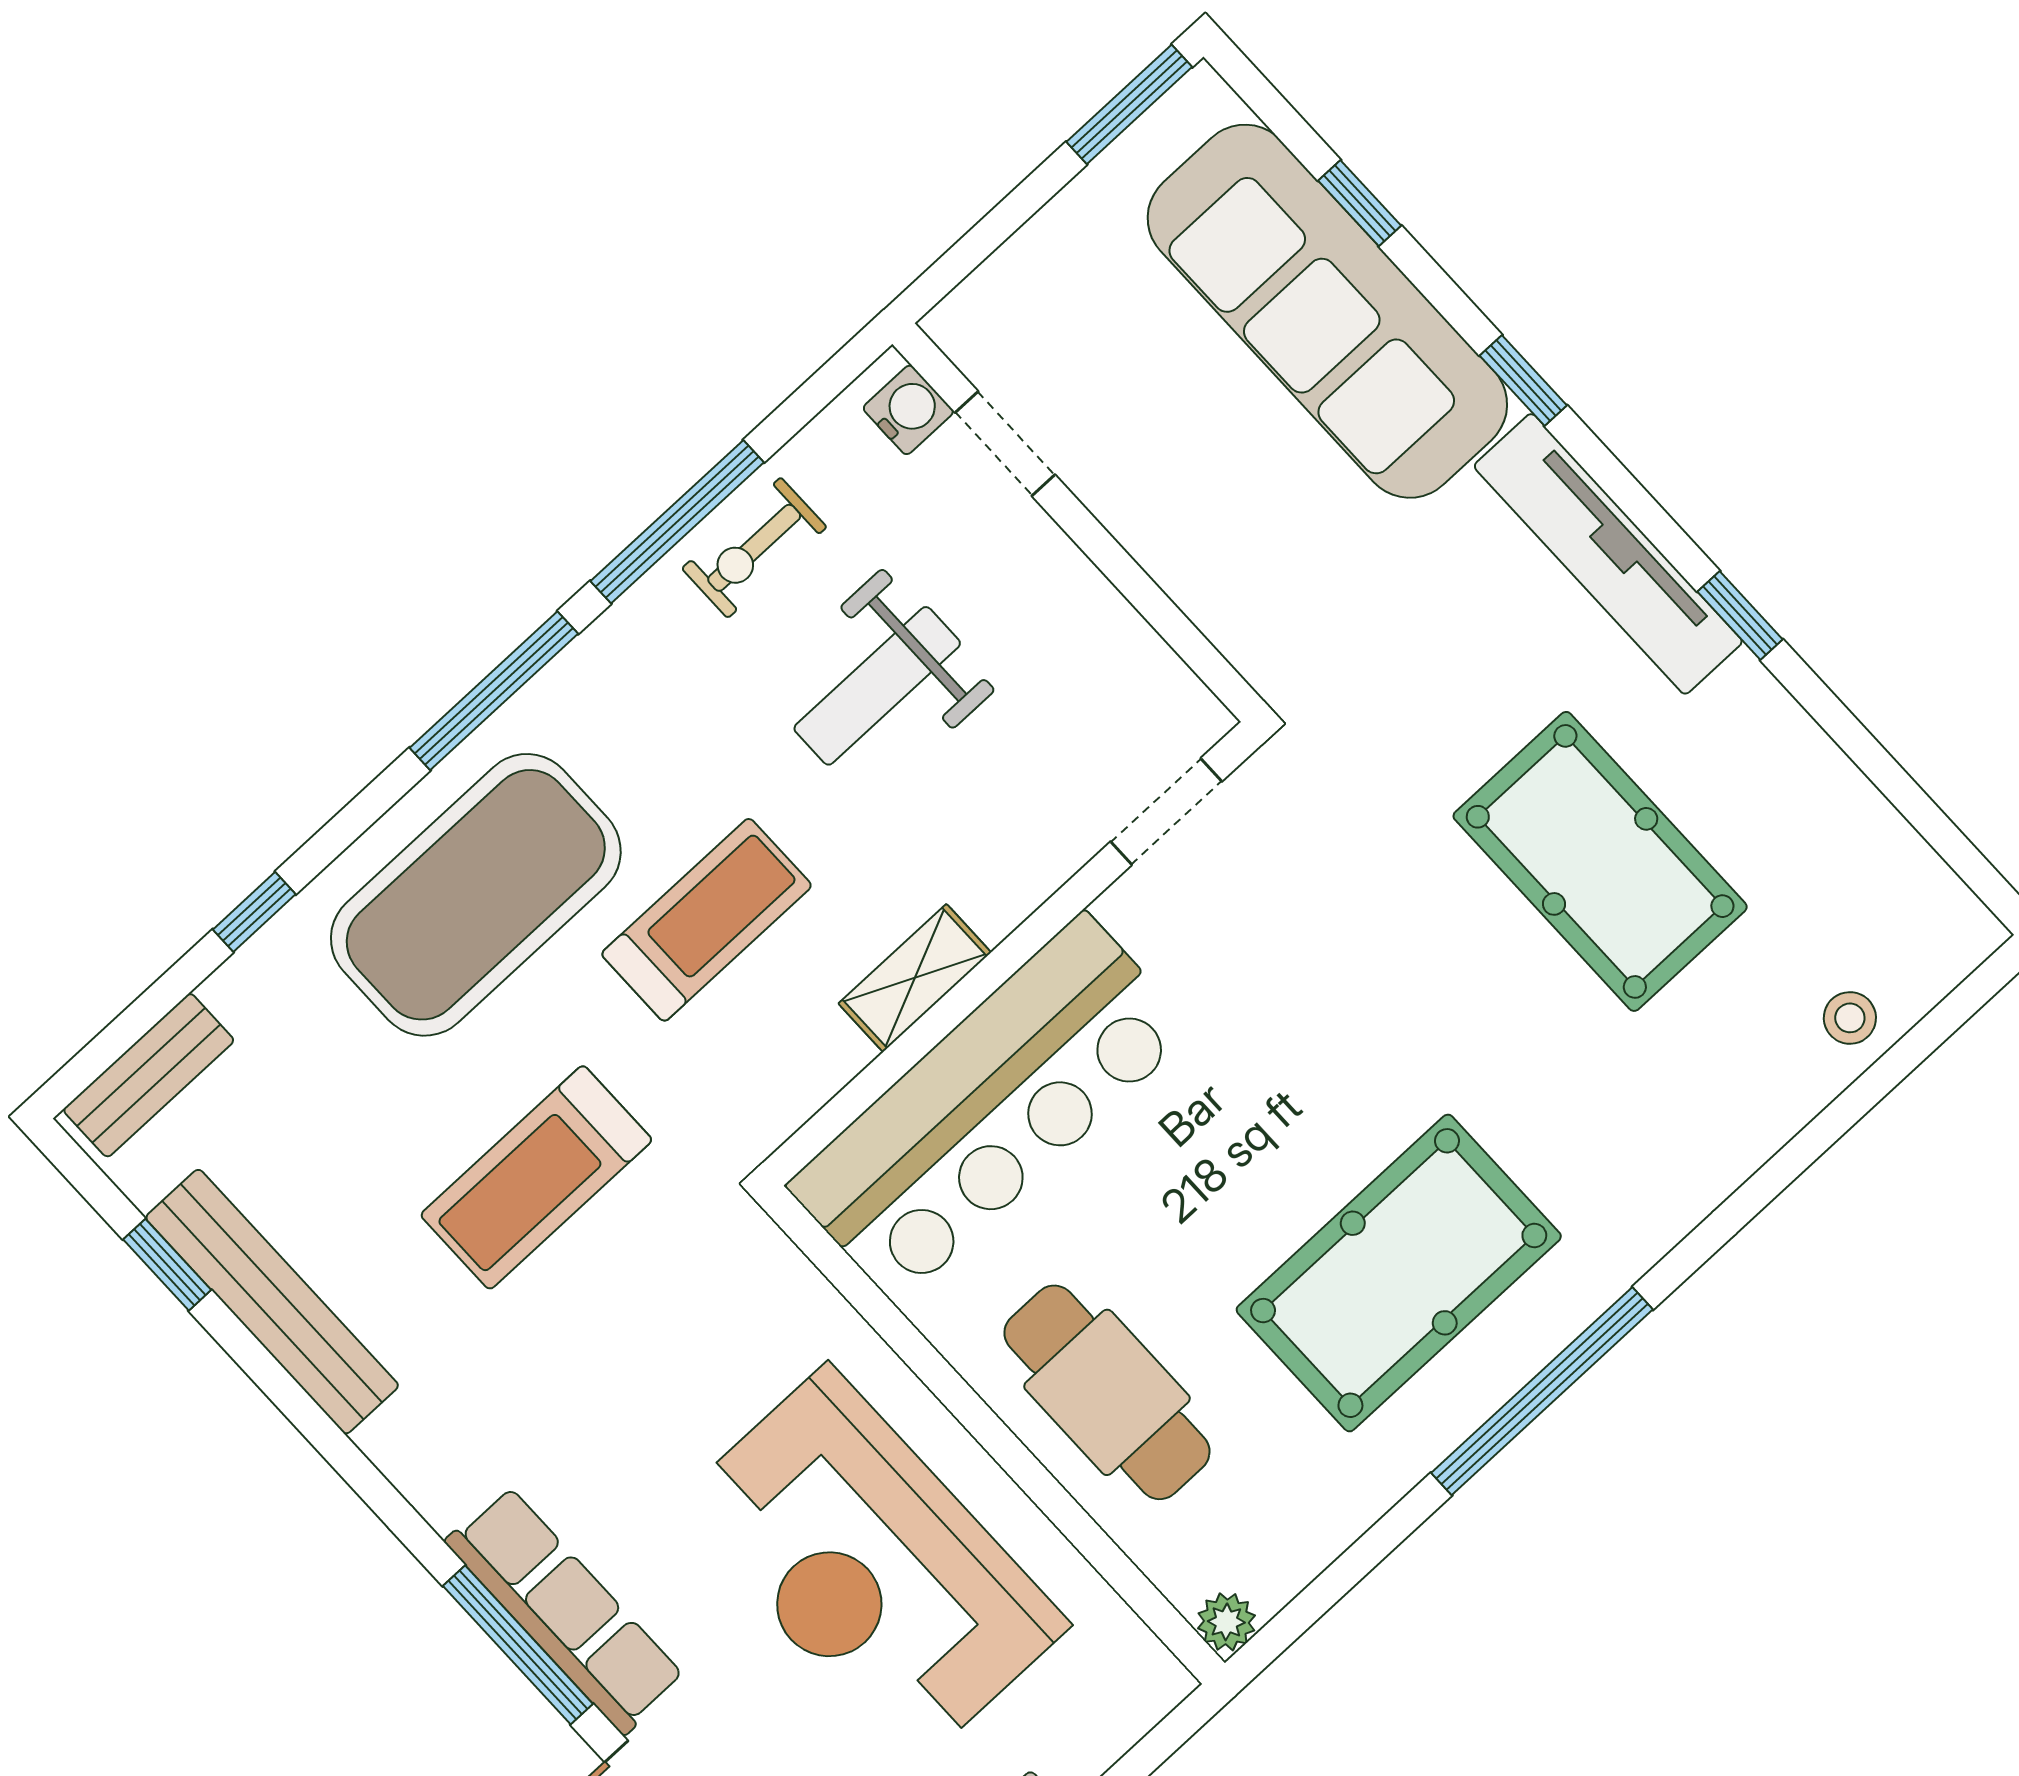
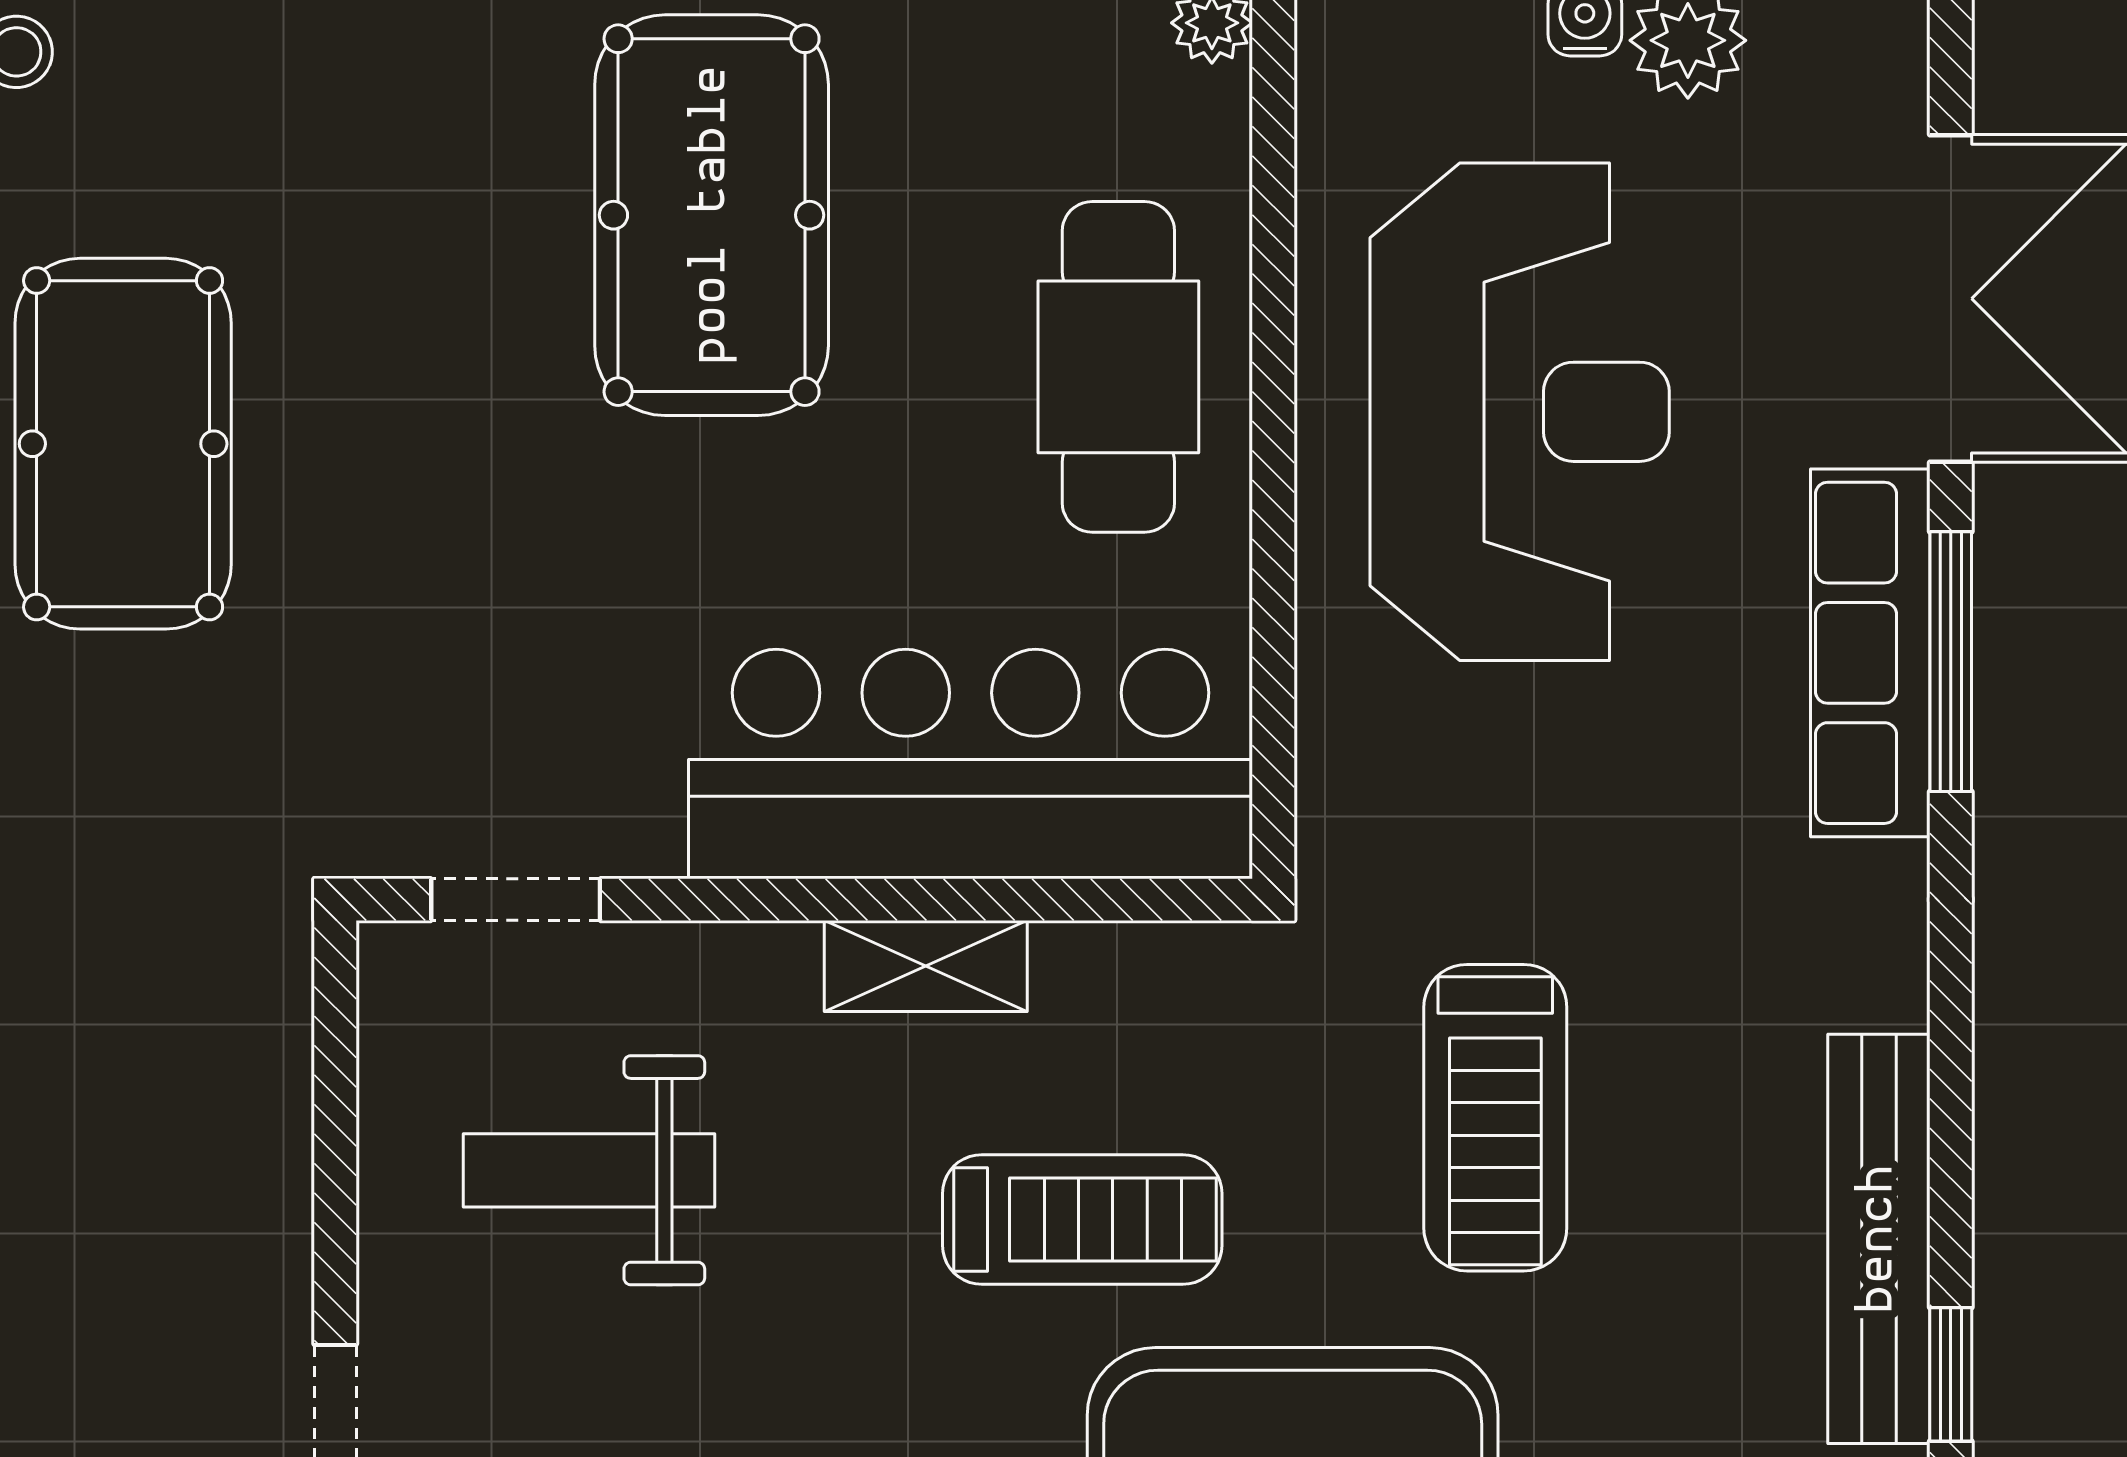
weight bench: (877, 686) -> (589, 1170), moved, turned 180
treadmill: (707, 920) -> (1082, 1219), turned 180
treadmill: (536, 1177) -> (1495, 1118), turned 90
pool table: (1399, 1273) -> (712, 215), turned 90

